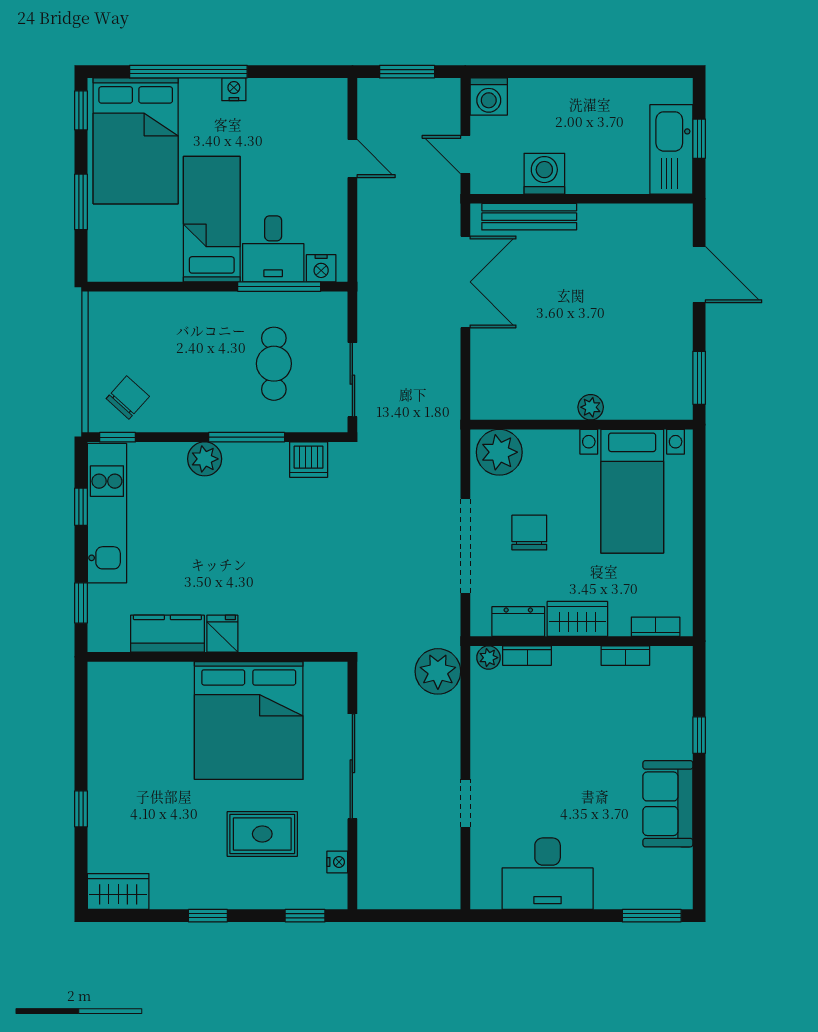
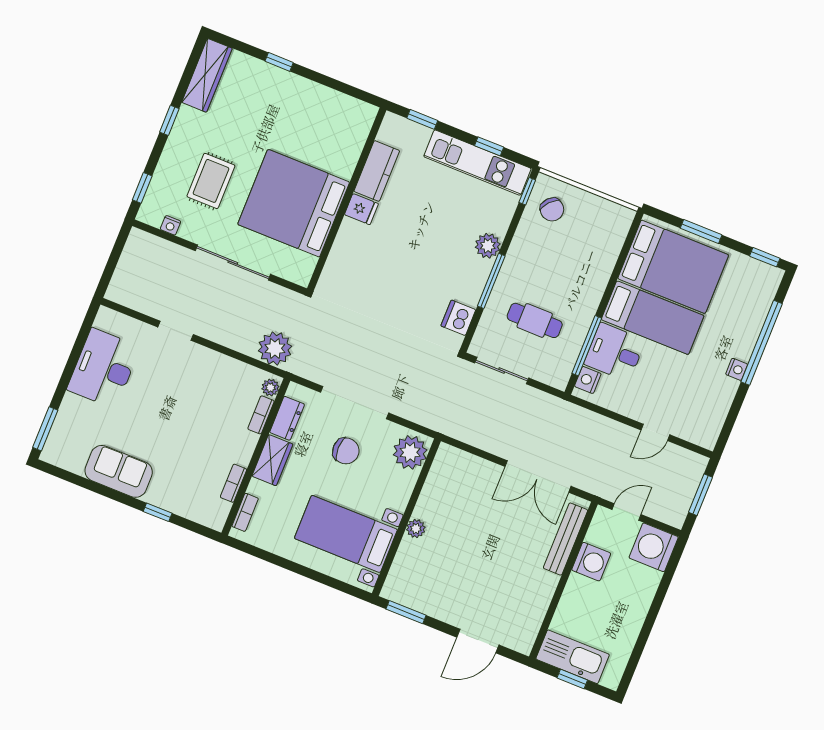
washing machine: (489, 97) -> (654, 547), width x1.37, depth x1.37
bed: (136, 141) -> (673, 267), moved, turned 180
wardrobe: (118, 892) -> (207, 75), width x1.50

